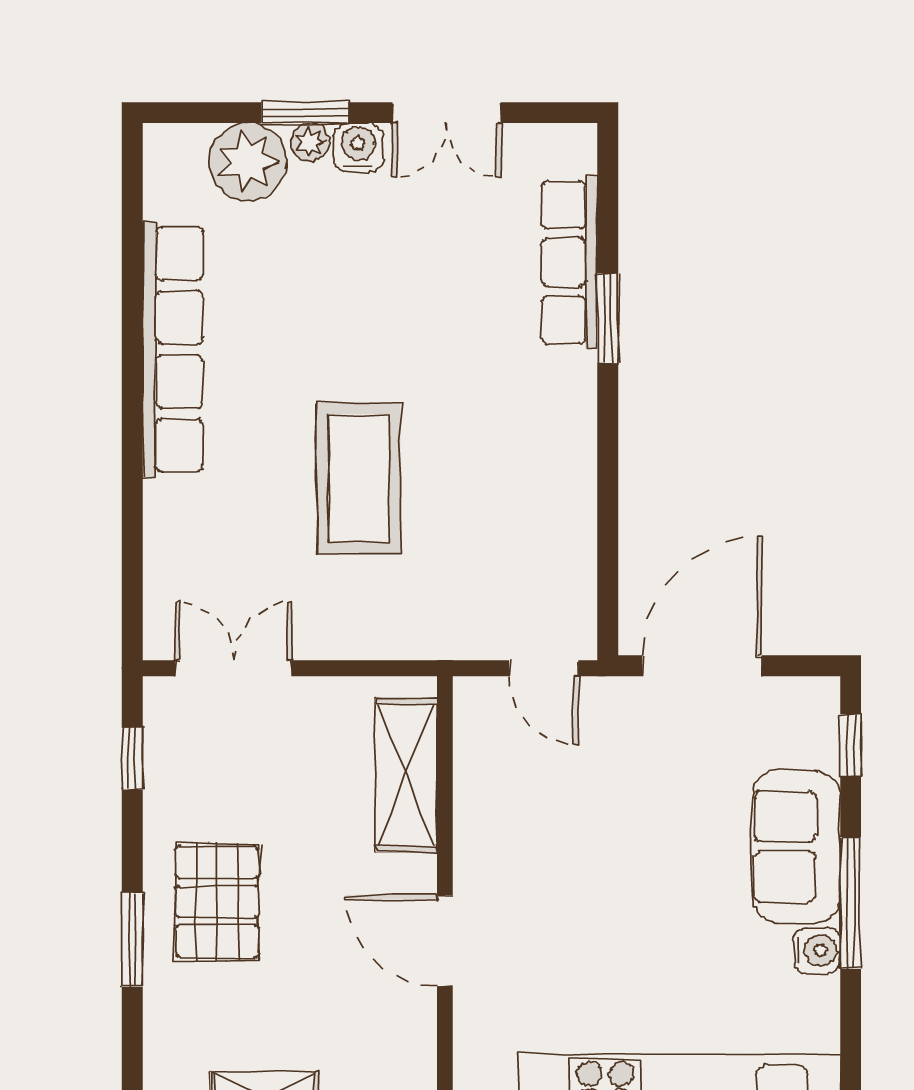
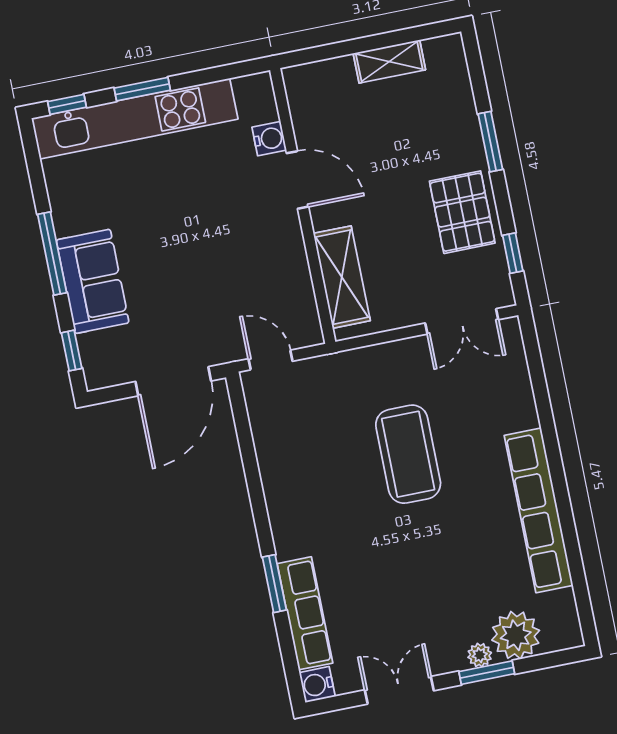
water cooler: (358, 147) -> (317, 685), moved, turned 90
pallet: (217, 902) -> (462, 212), moved
water cooler: (817, 950) -> (269, 139), moved, turned 180

